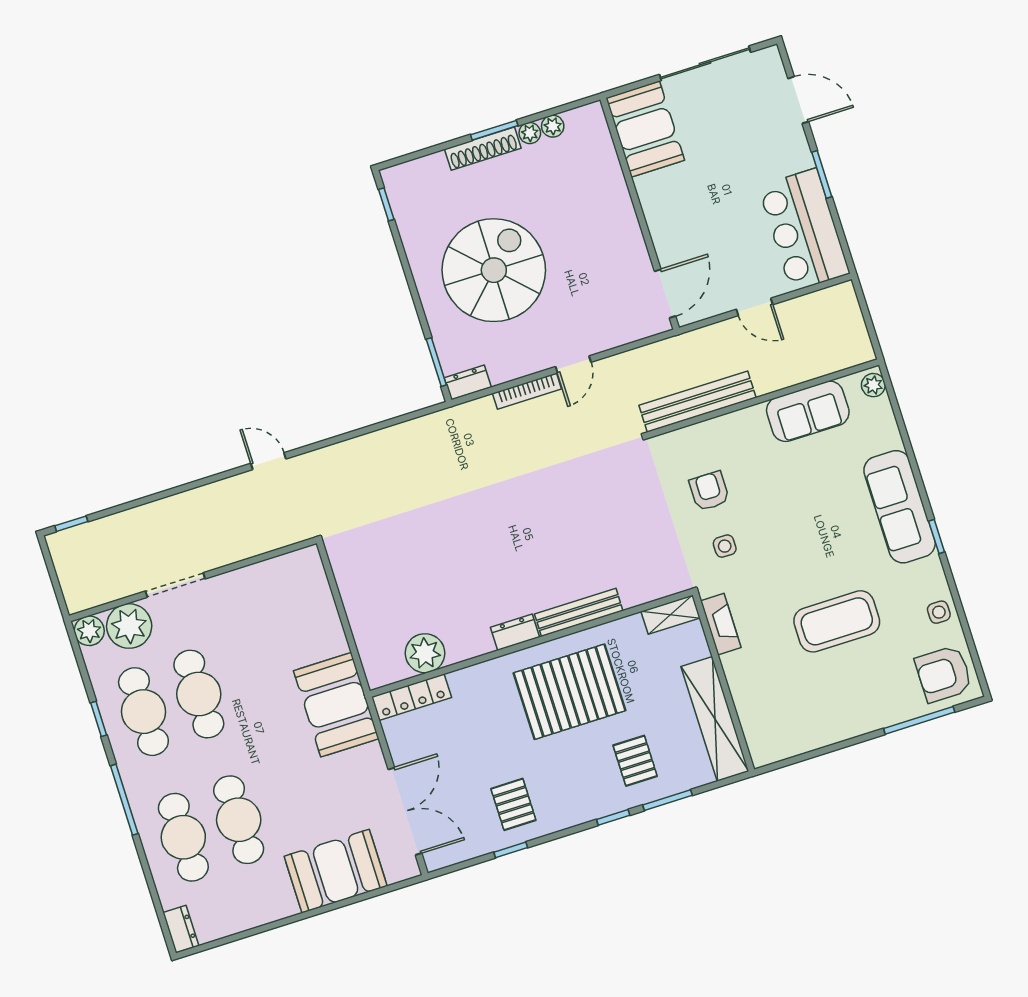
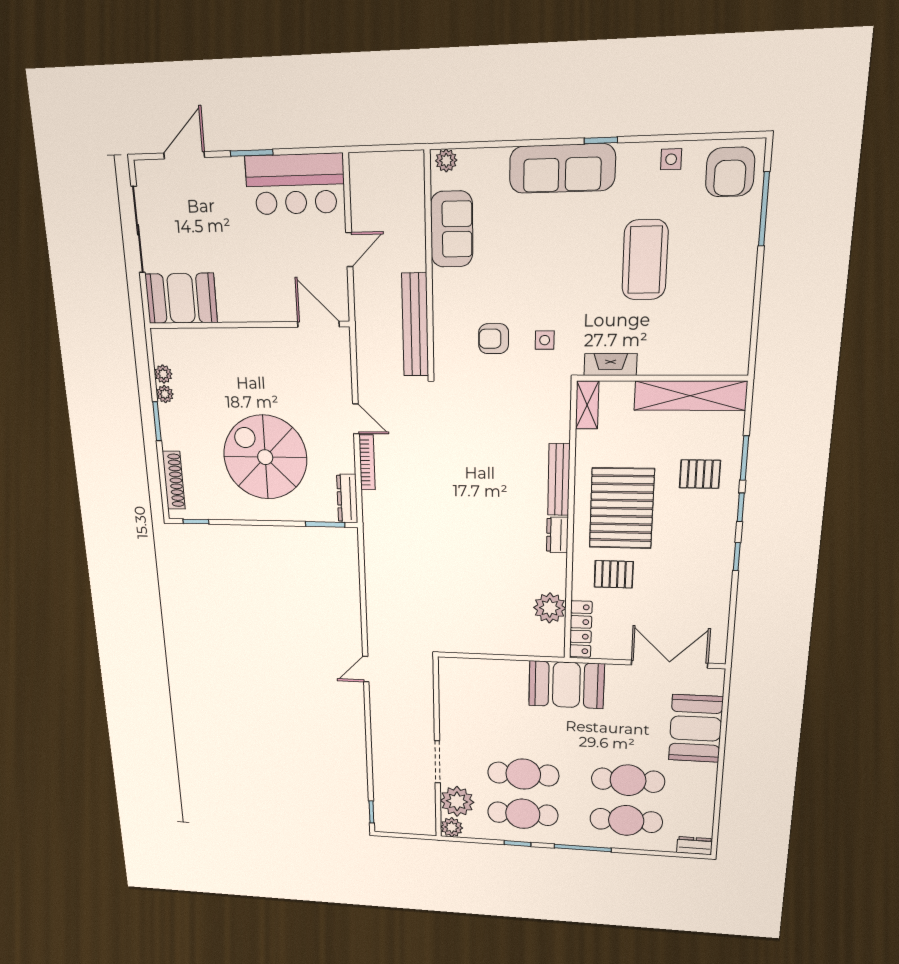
shoe rack: (483, 149) -> (174, 480), moved
dresser: (468, 383) -> (347, 499), width x1.44
pallet: (513, 804) -> (614, 574), moved
window: (511, 850) -> (737, 557), moved

